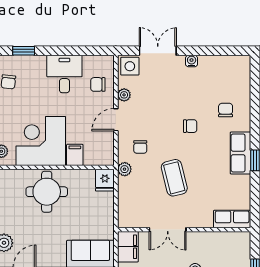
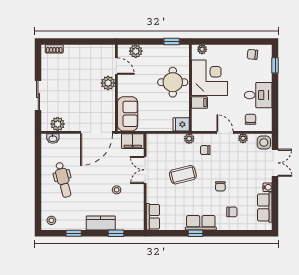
row of seats: (219, 65) -> (265, 207), added

